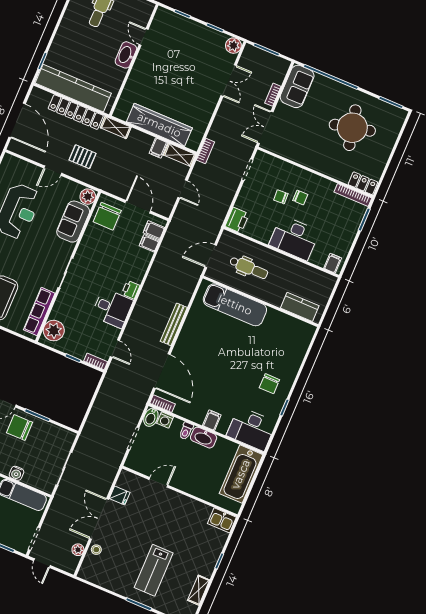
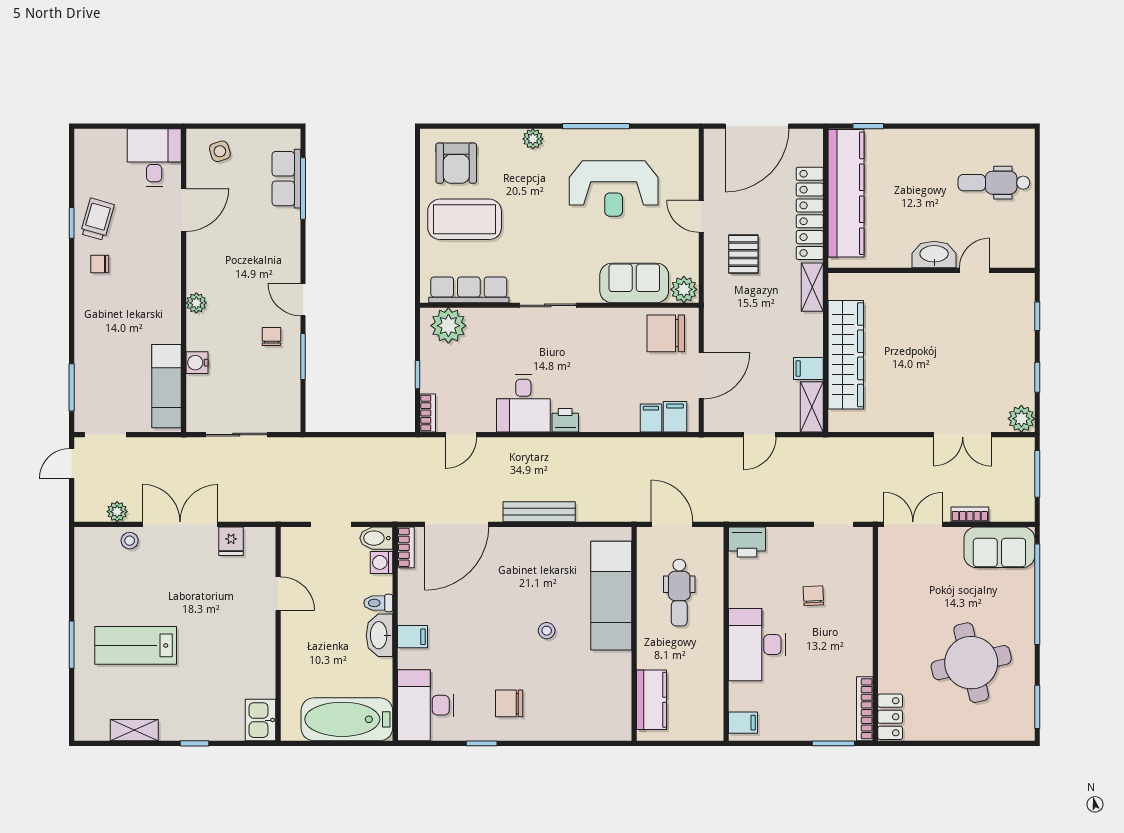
bookcase: (206, 151) -> (835, 445), removed
chair: (300, 197) -> (826, 627), removed
stool: (239, 347) -> (547, 631), added
chair: (19, 428) -> (272, 337), width x0.54, depth x0.54

